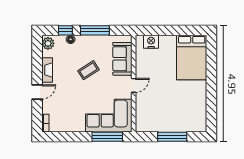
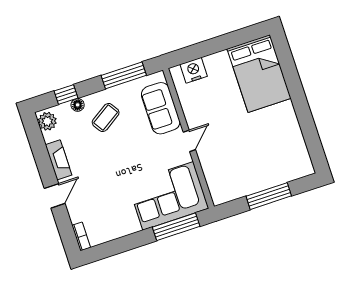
window: (95, 30) -> (124, 75), moved
coffee table: (88, 70) -> (106, 118), moved

